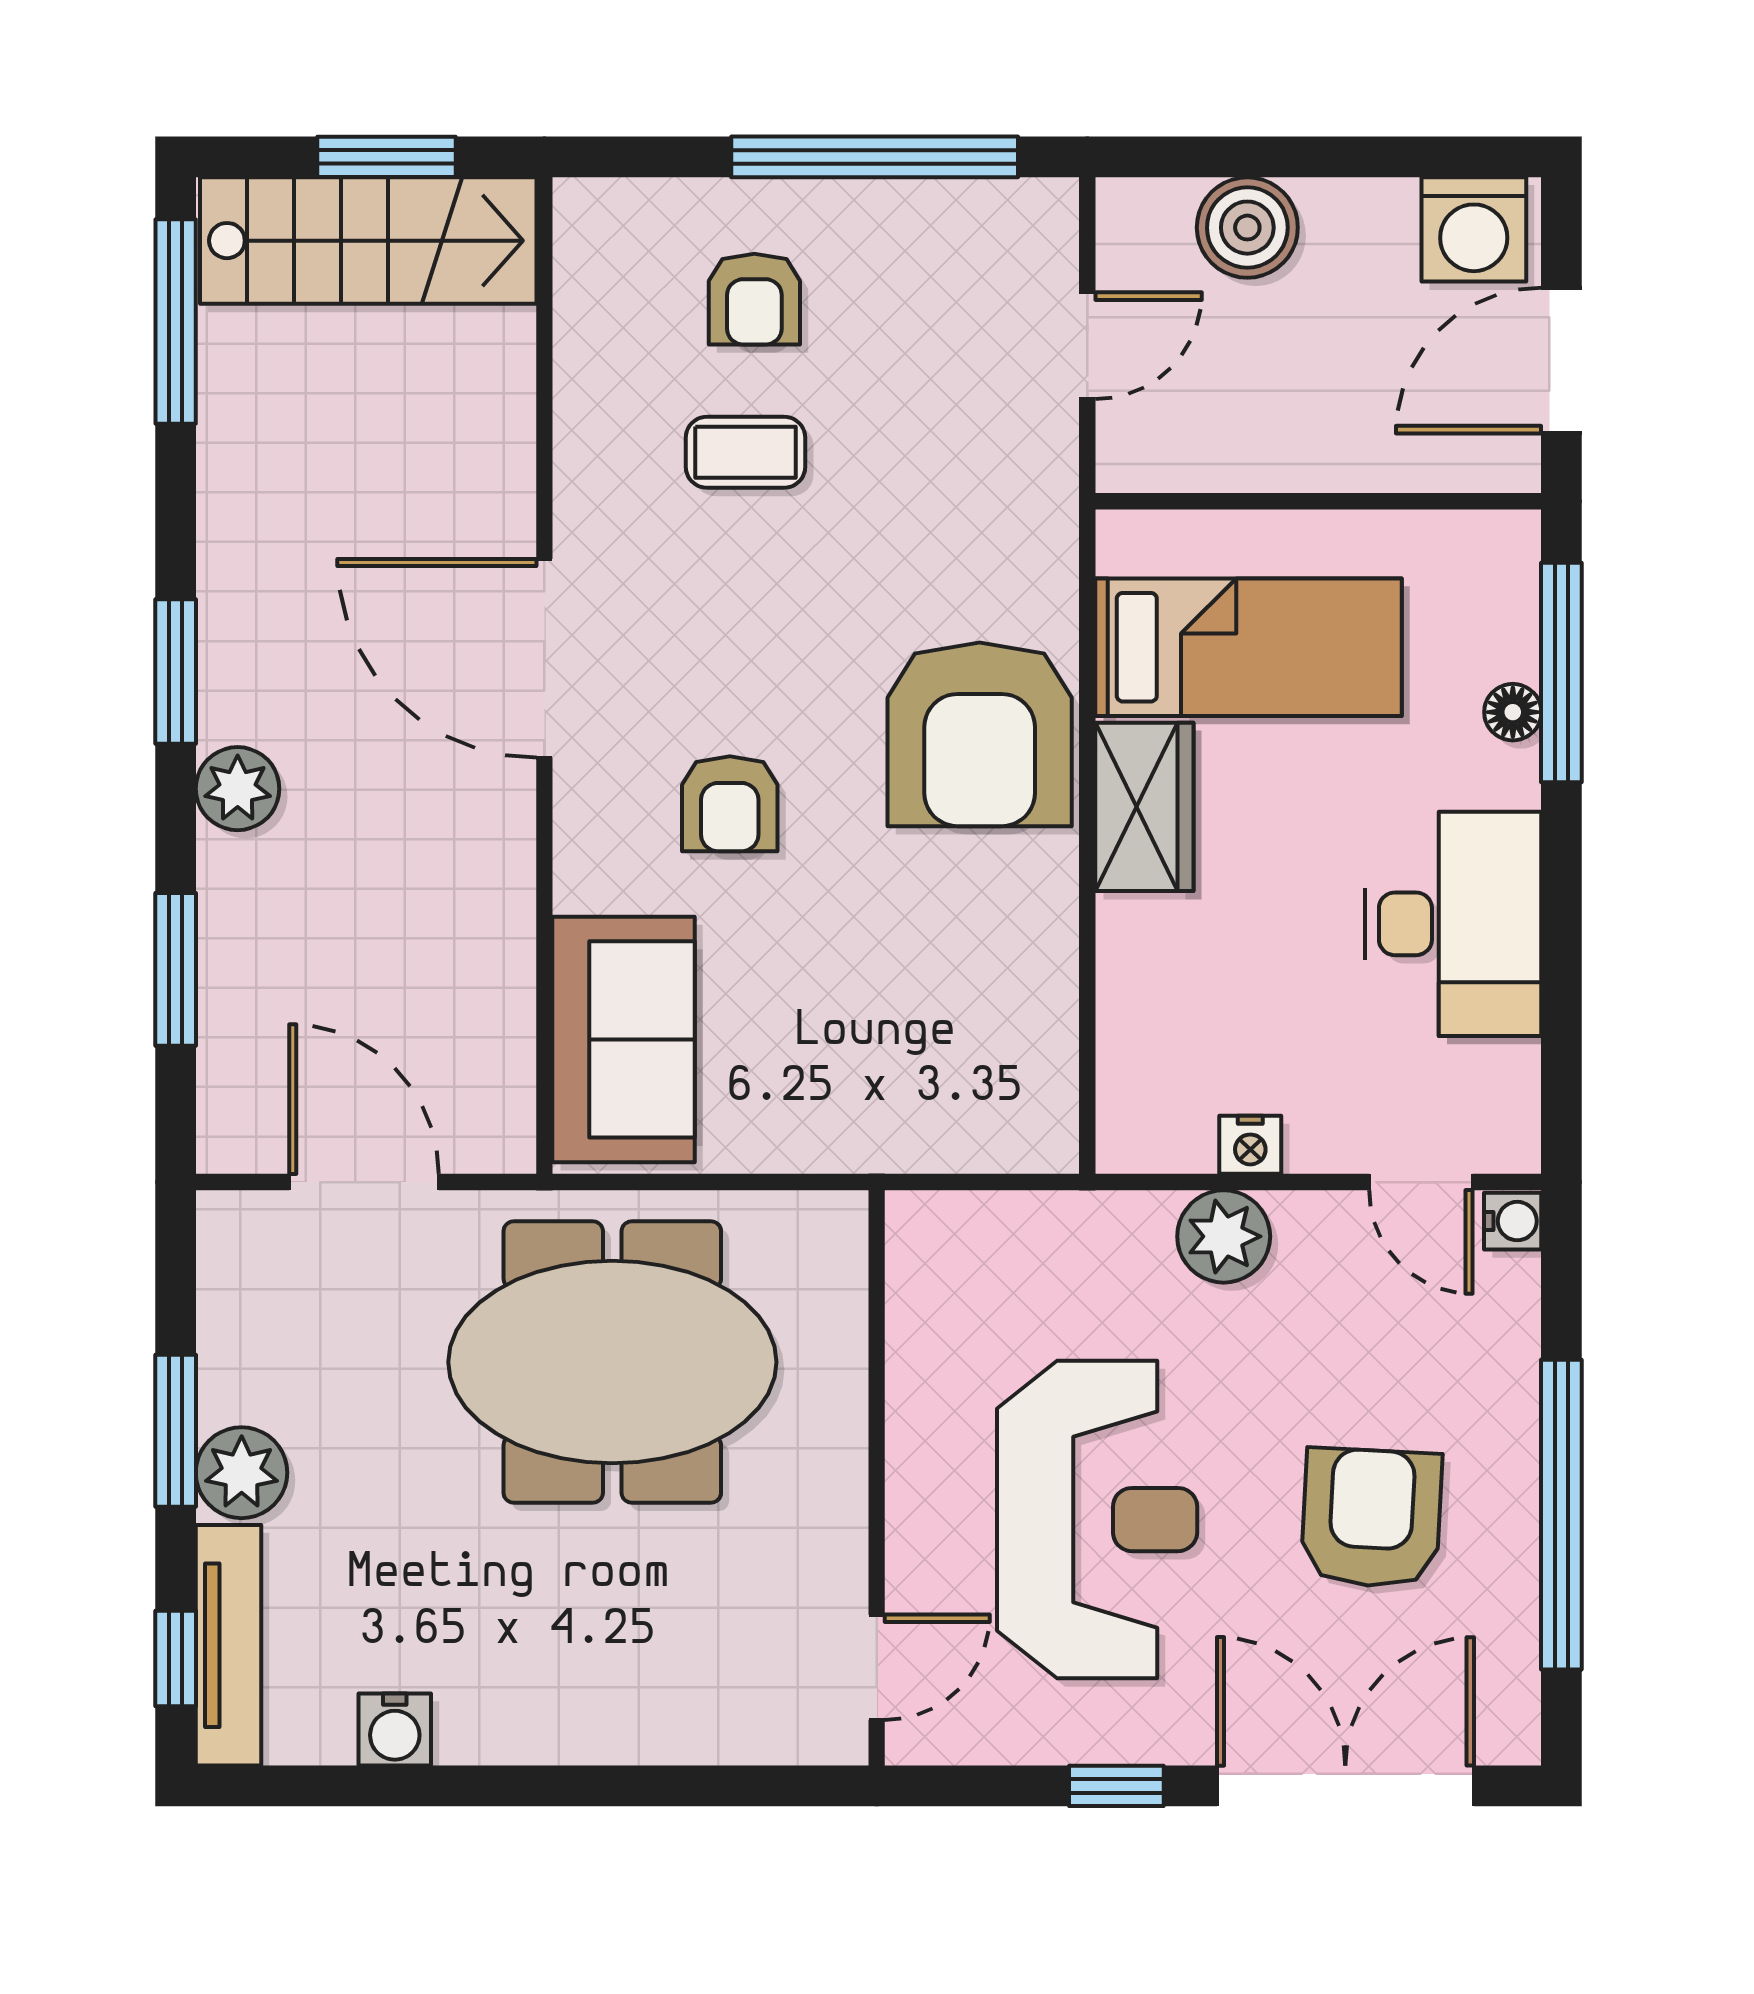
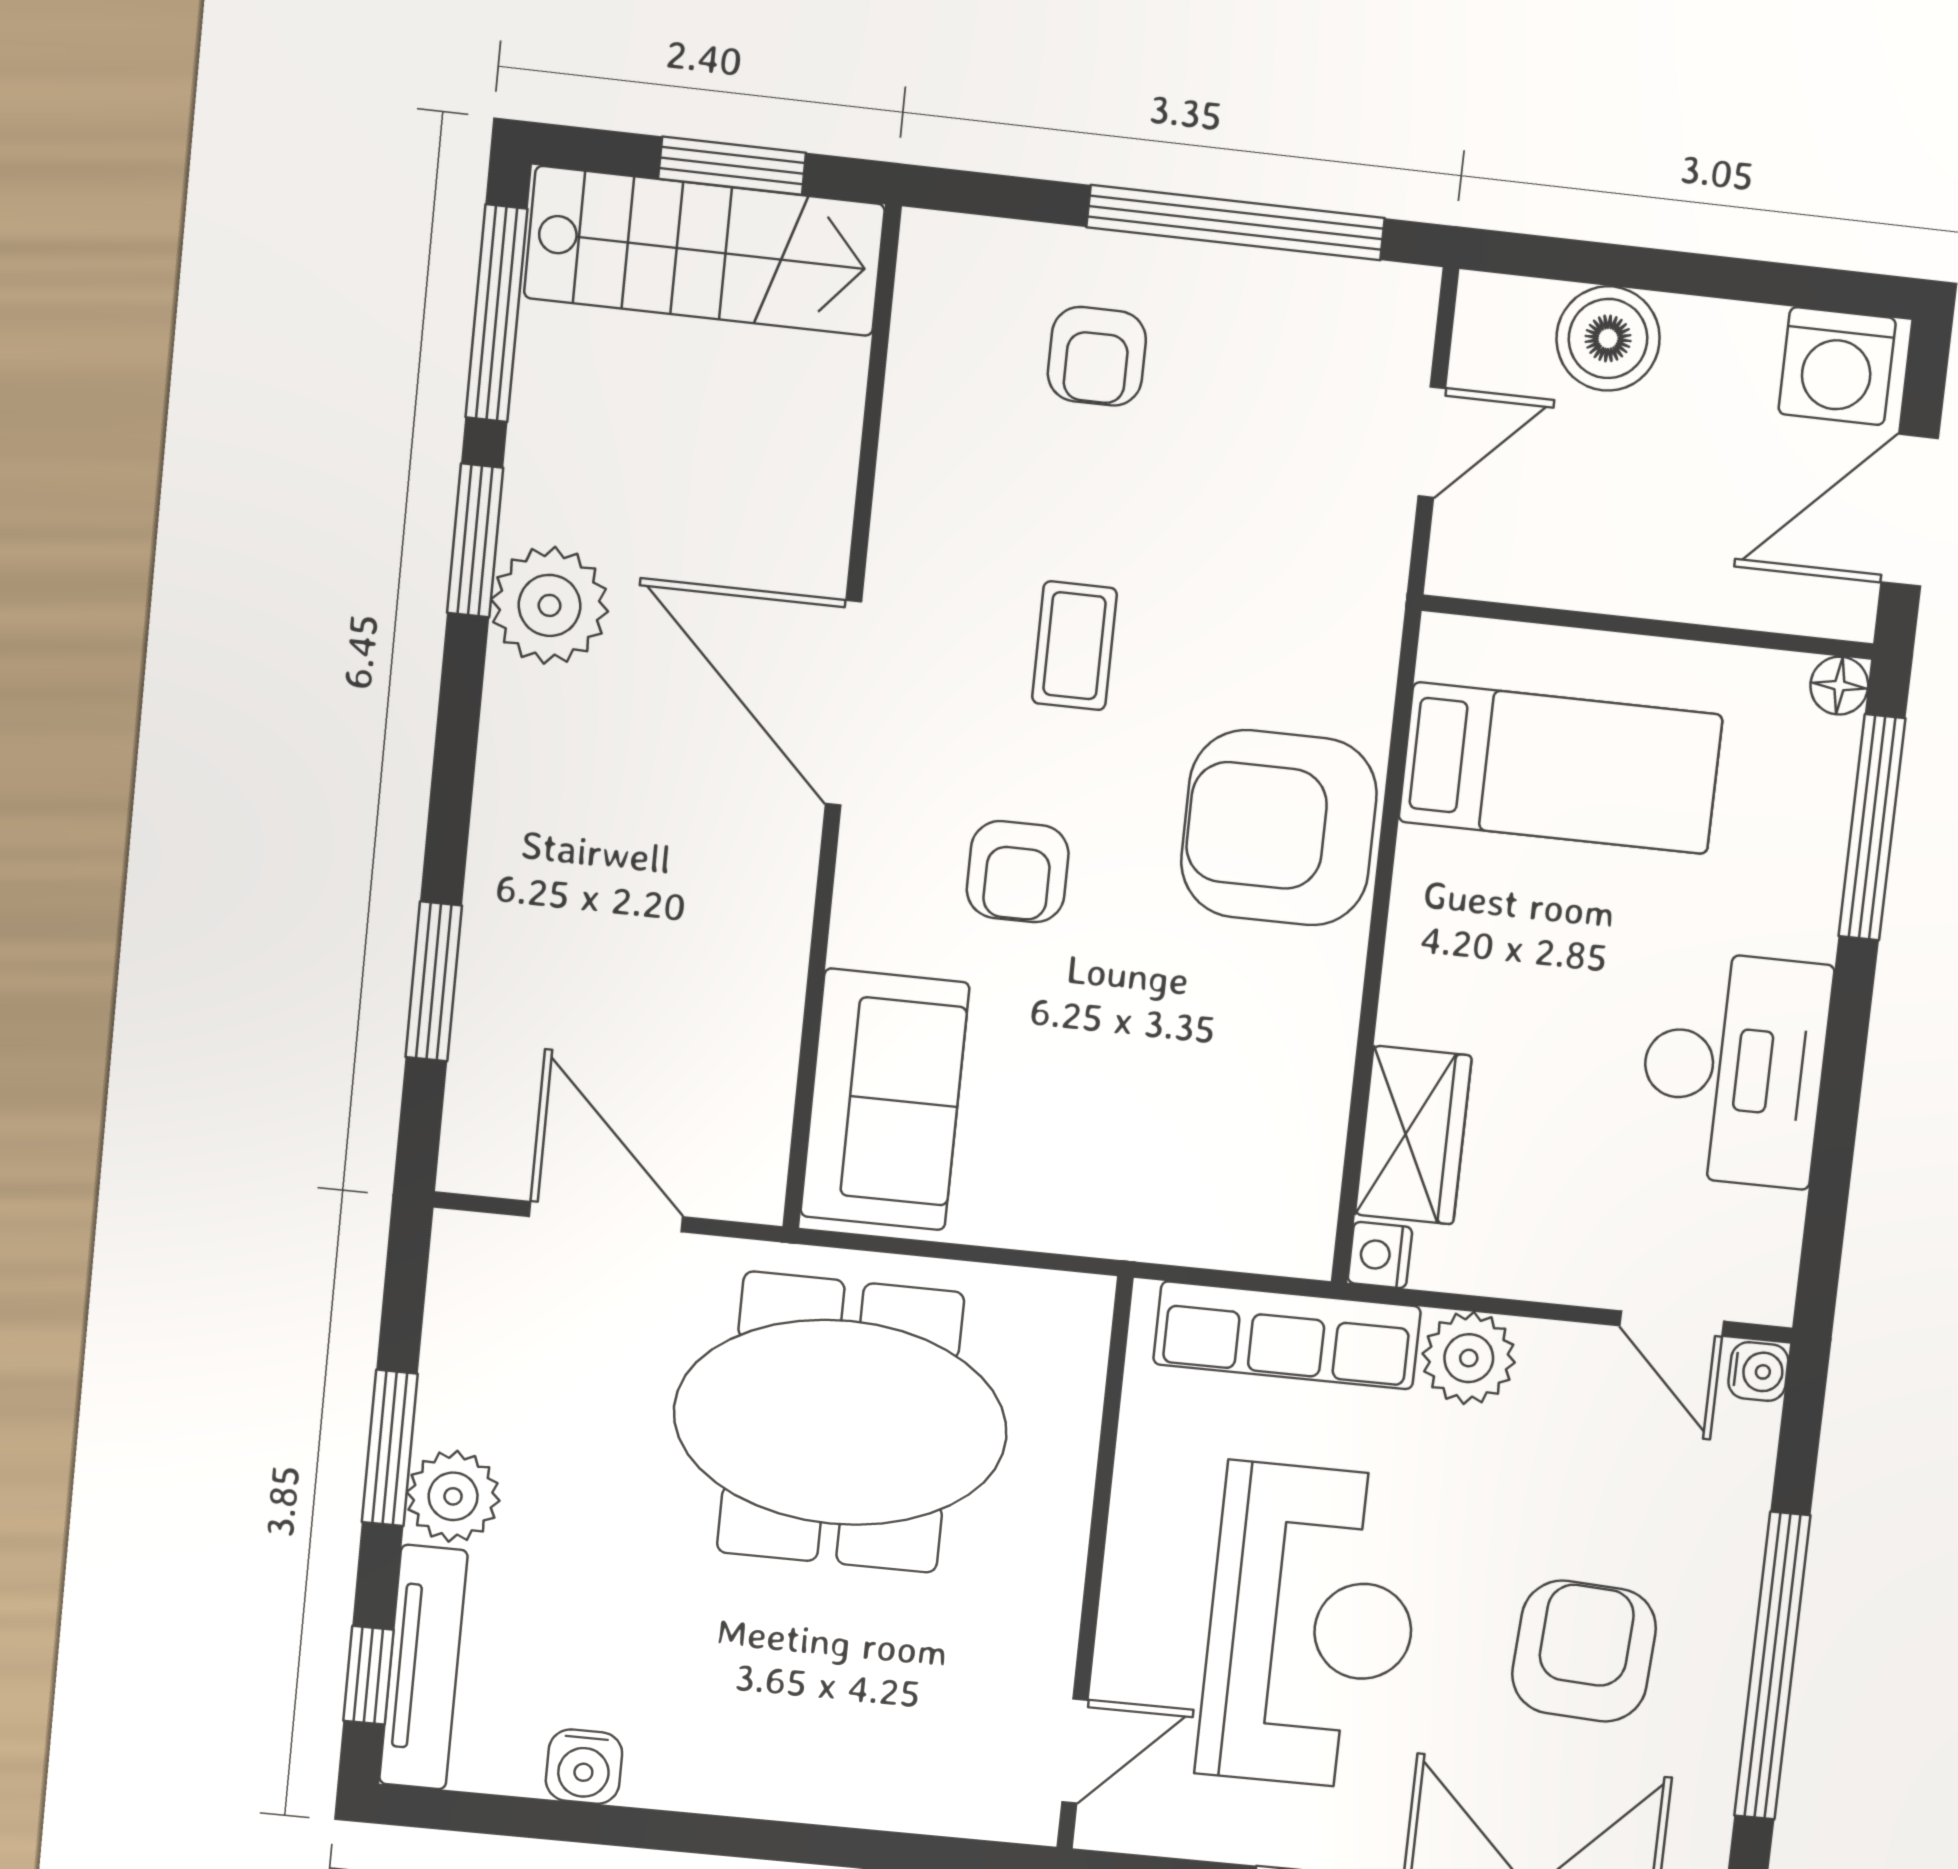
coffee table: (746, 452) -> (1074, 646), moved, turned 90
window: (176, 671) -> (475, 540), moved
floor lamp: (1513, 712) -> (1839, 686), moved
armchair: (980, 734) -> (1279, 828), turned 90
plant: (238, 789) -> (550, 605), moved, width x1.36, depth x1.36
wardrobe: (1144, 807) -> (1413, 1135), moved
nightstand: (1250, 1145) -> (1380, 1255), moved, turned 90
row of seats: (1042, 1232) -> (1287, 1335), added

